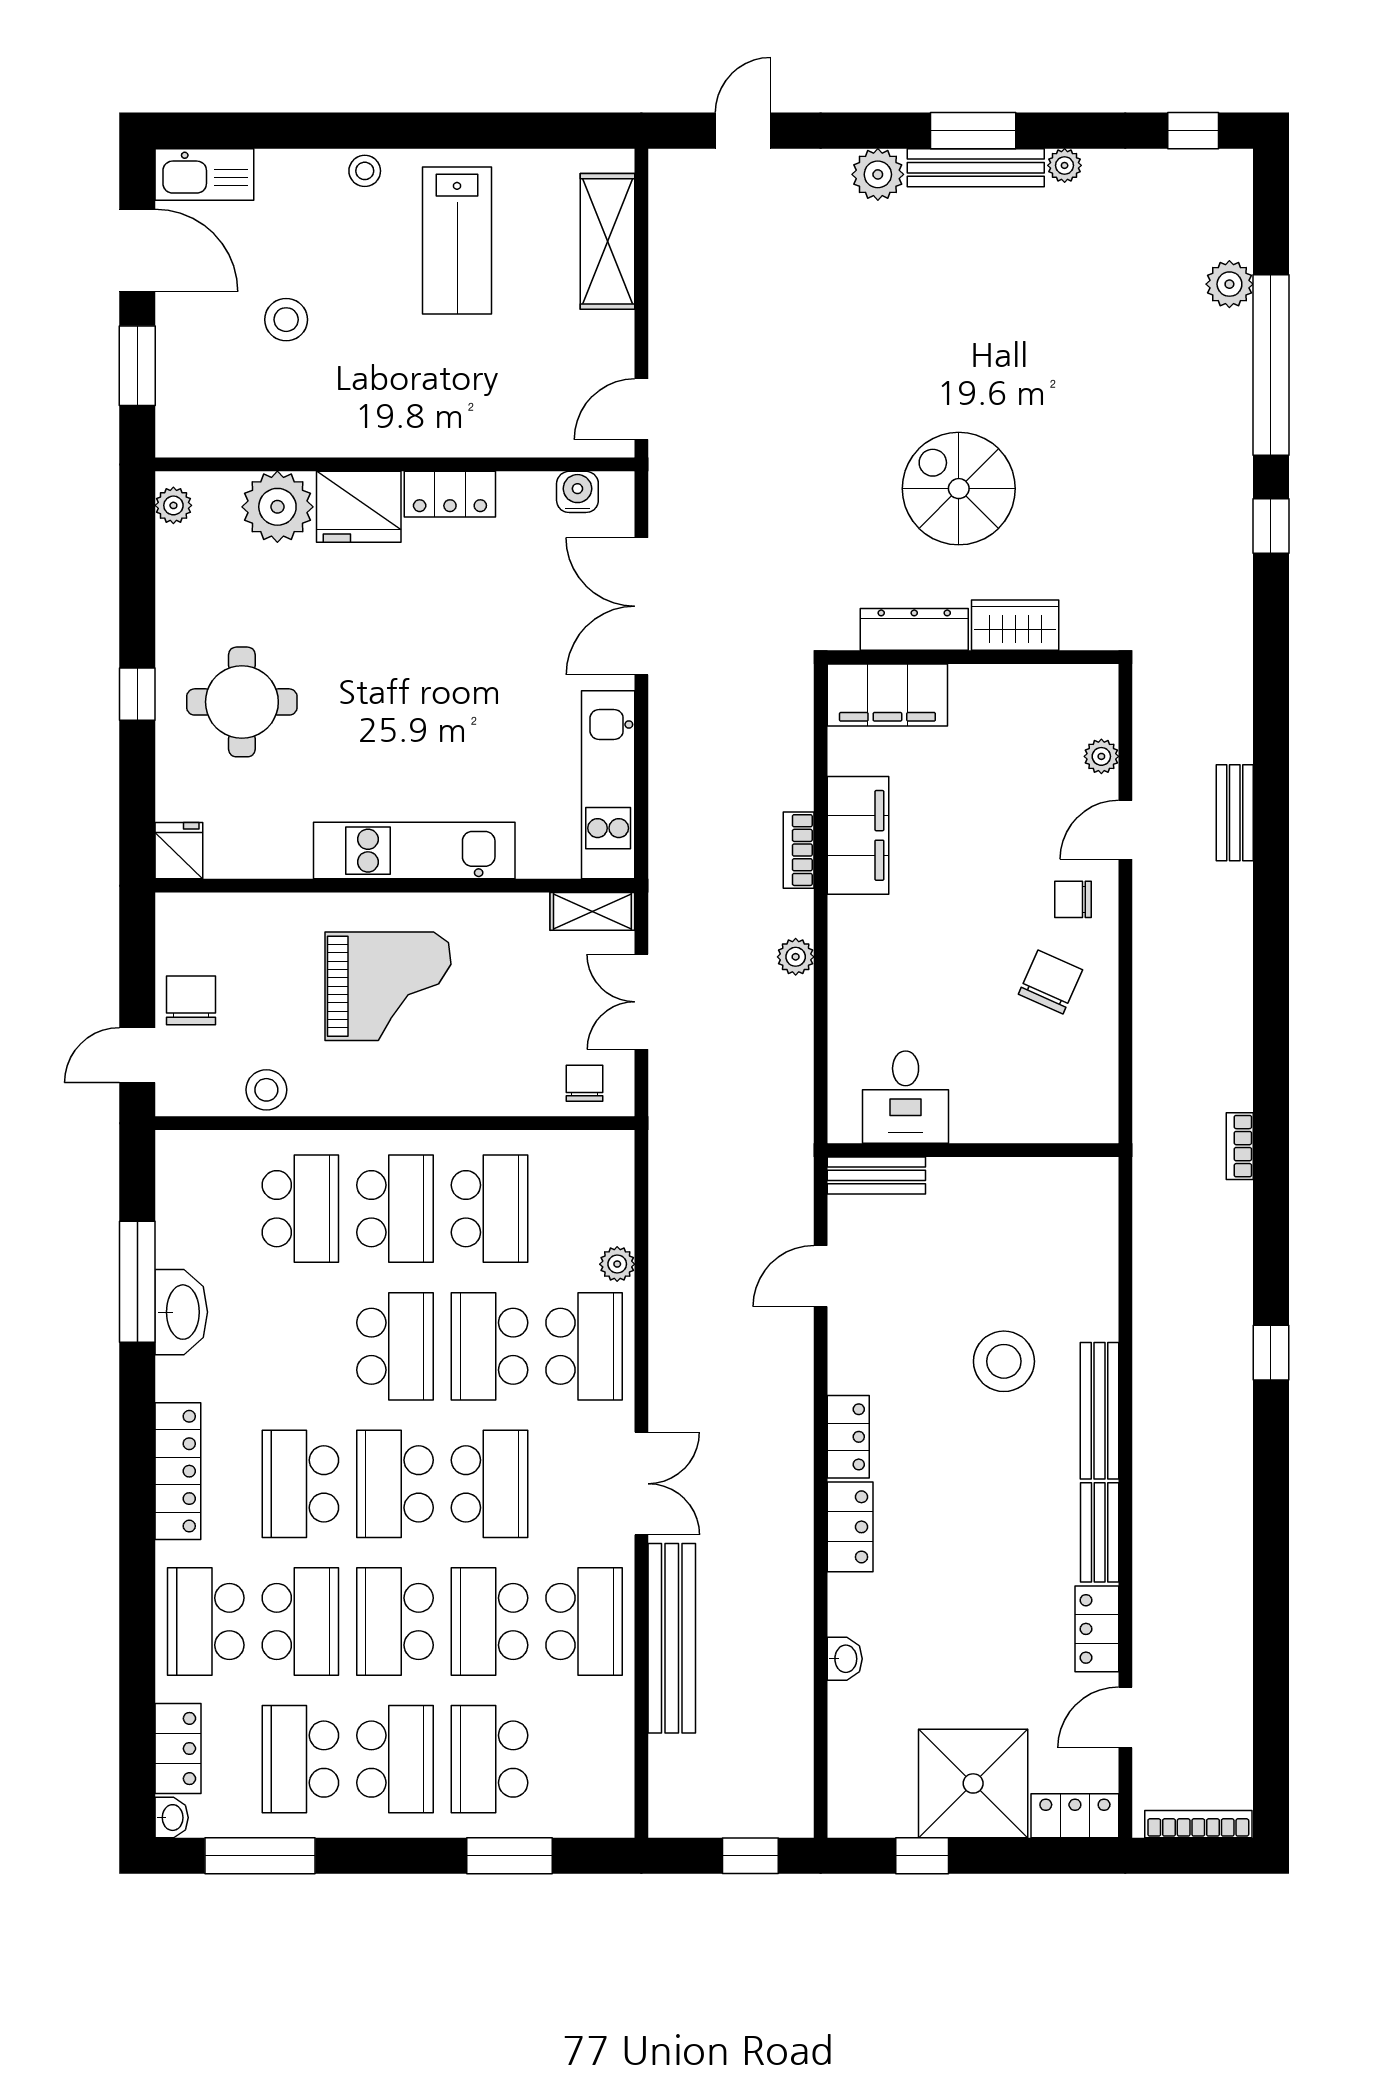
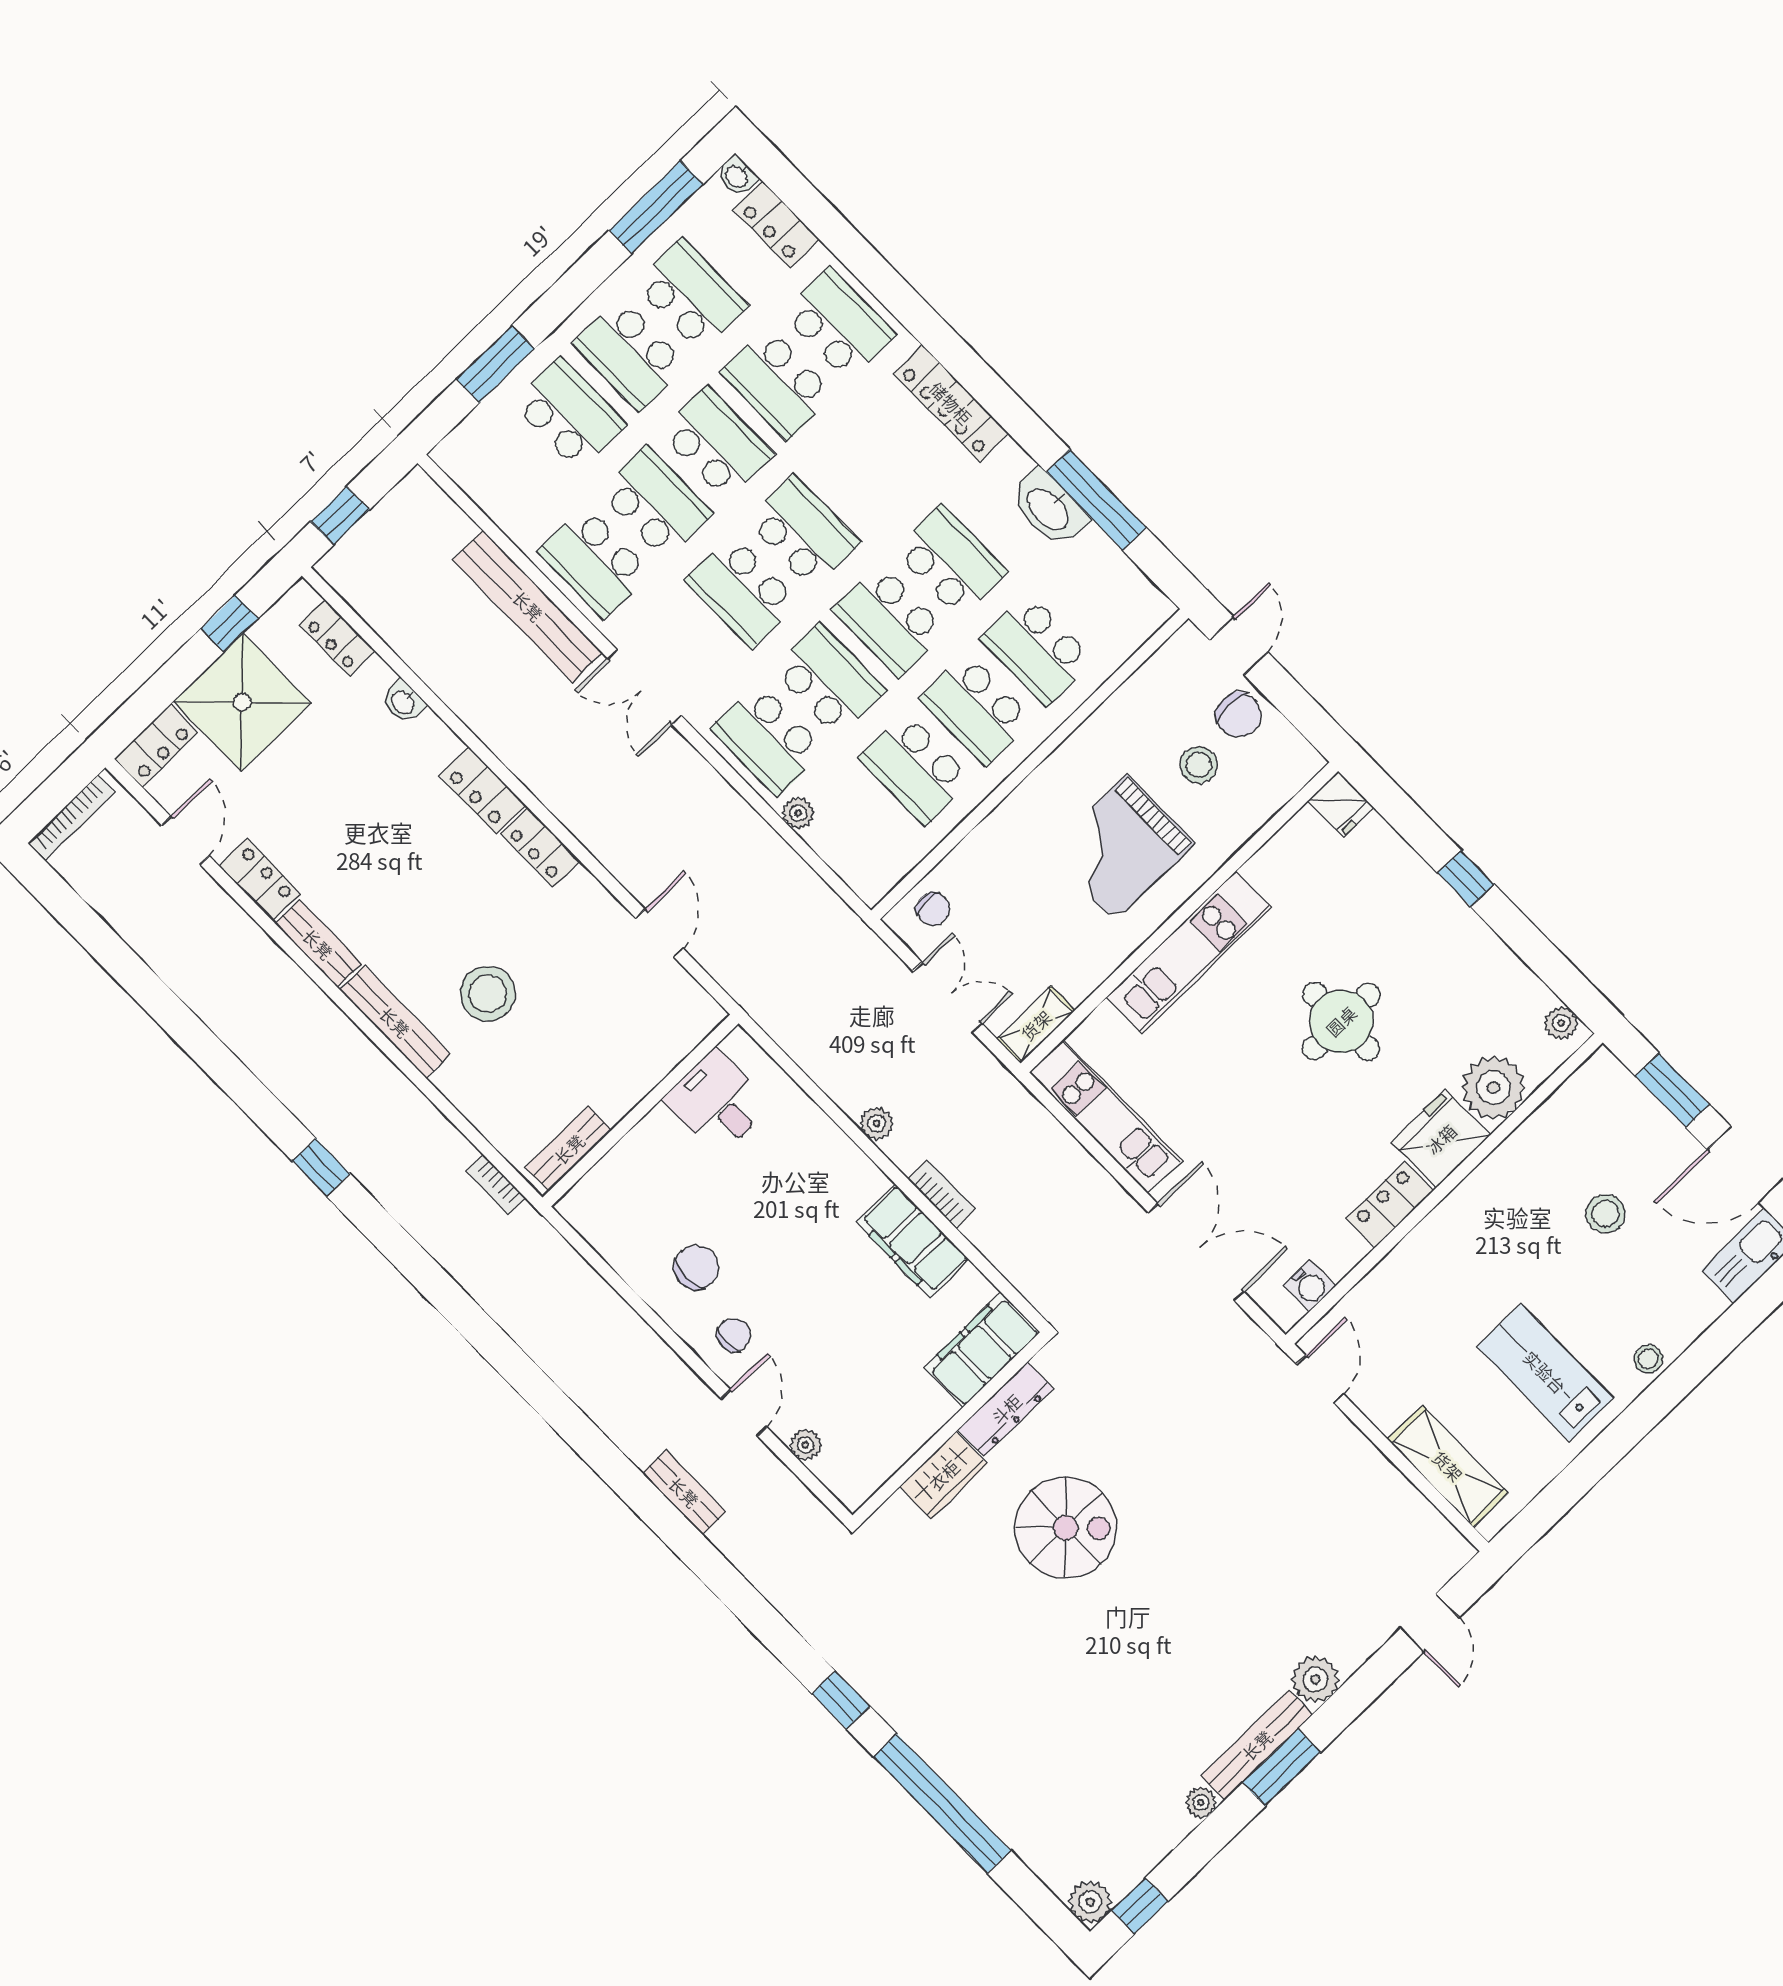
plant: (1229, 284) -> (1090, 1902), moved
round table: (242, 702) -> (1341, 1021), moved
chair: (1050, 982) -> (696, 1267), turned -114
stool: (266, 1090) -> (1199, 765), moved
bookcase: (1240, 1146) -> (496, 1185), moved, turned 180
bench: (876, 1175) -> (569, 1149), moved
school desk: (300, 1484) -> (951, 561), moved
locker: (848, 1761) -> (337, 638), added

